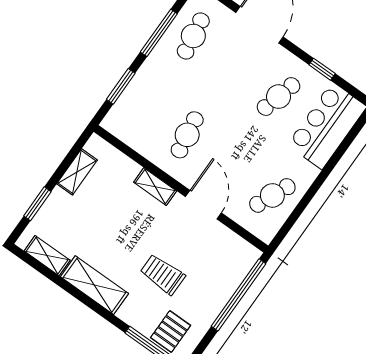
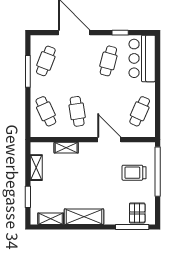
cafe table: (193, 36) -> (46, 61), turned 30
window: (121, 86) -> (28, 111), removed
cafe table: (145, 105) -> (46, 111), added
shelving: (155, 187) -> (66, 148), moved
trolley: (163, 274) -> (134, 173), moved

